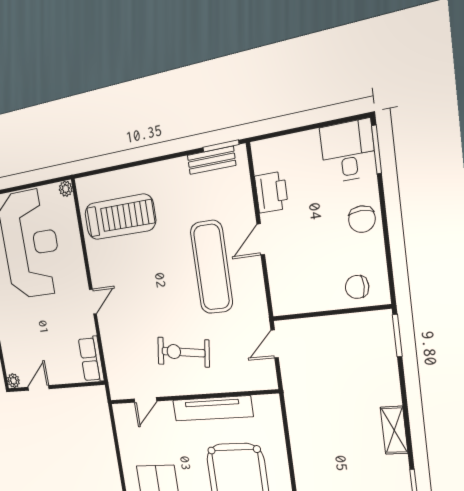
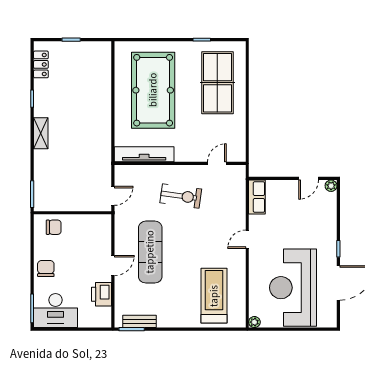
desk: (348, 151) -> (55, 311), width x1.37
treadmill: (120, 217) -> (214, 296), turned 90
tv unit: (212, 408) -> (144, 154), moved

